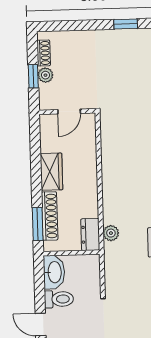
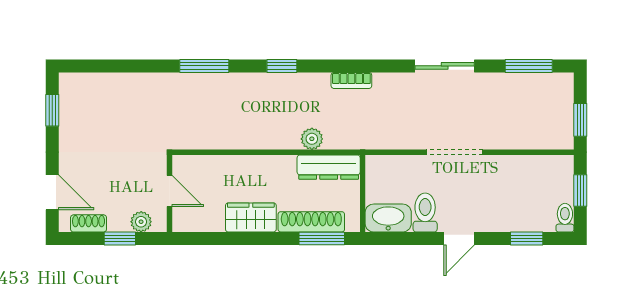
door: (66, 26) -> (52, 192), added
plant: (45, 75) -> (141, 222), moved
plant: (111, 233) -> (312, 139), moved
dresser: (90, 235) -> (329, 167), width x1.44

